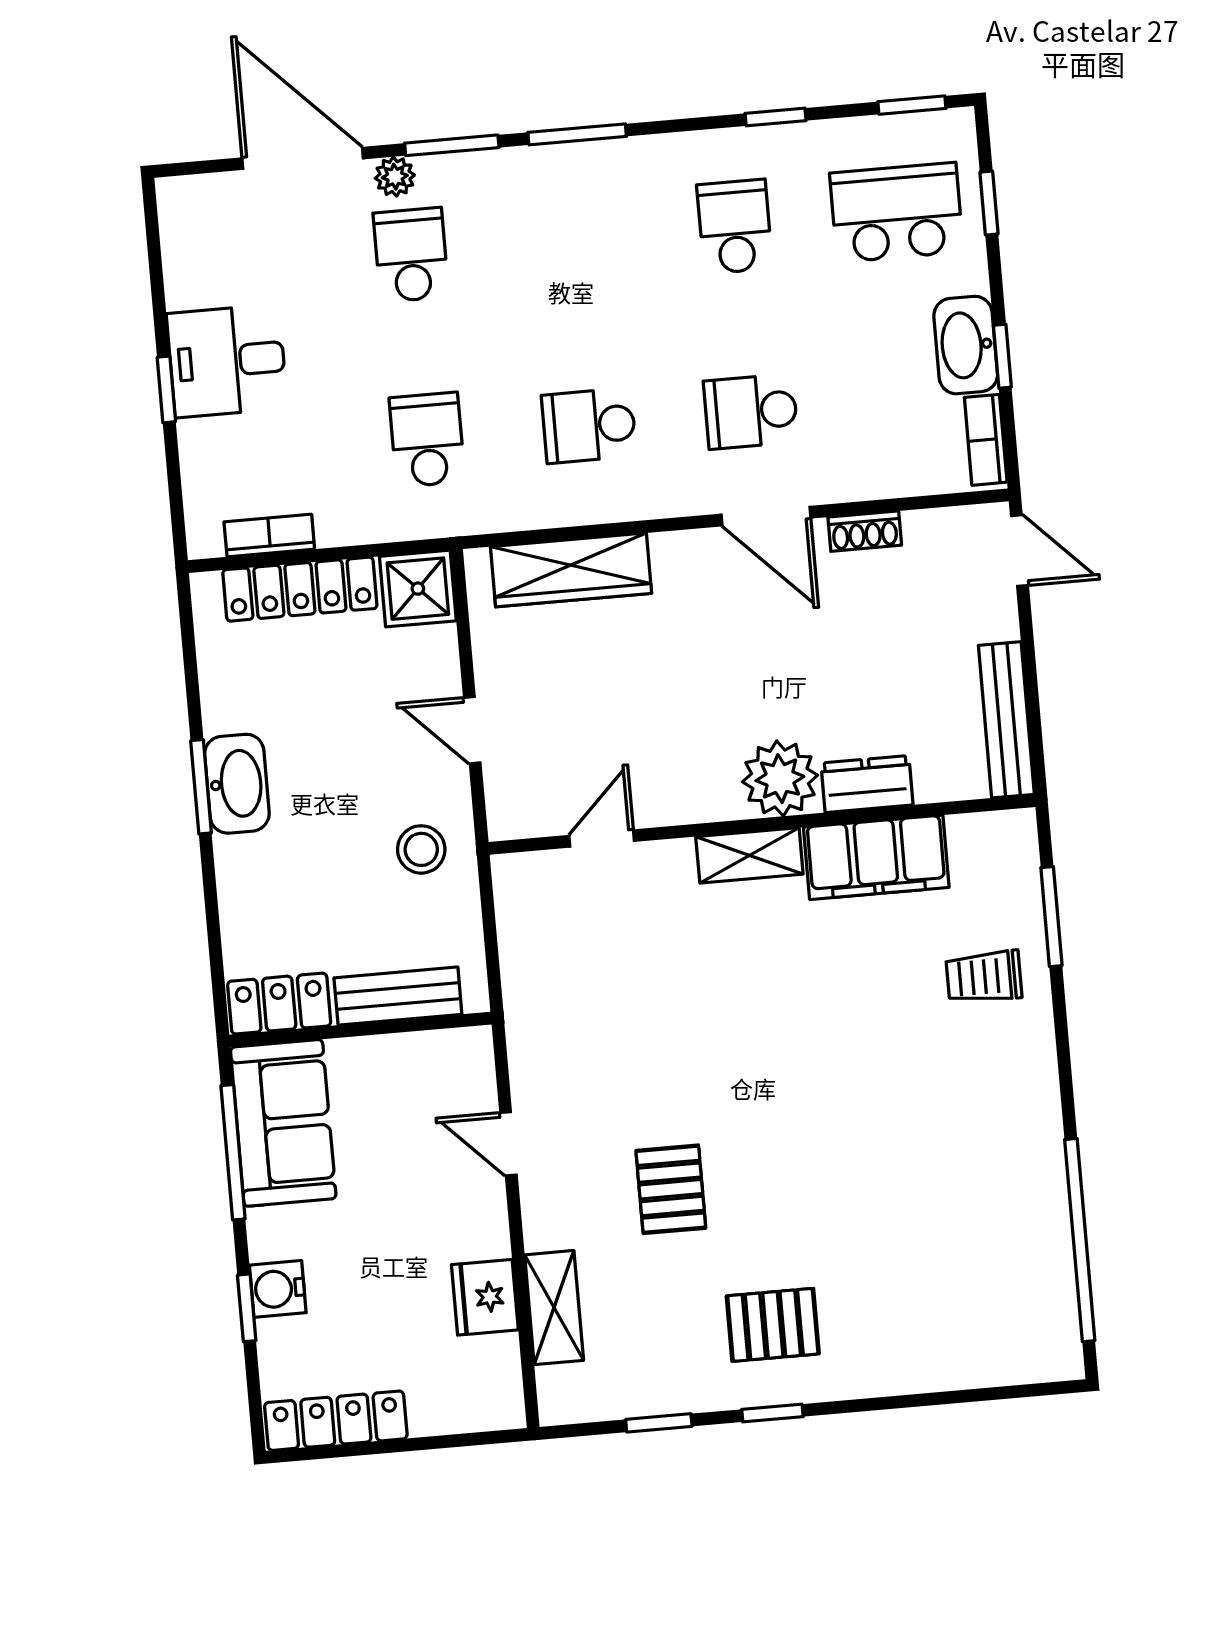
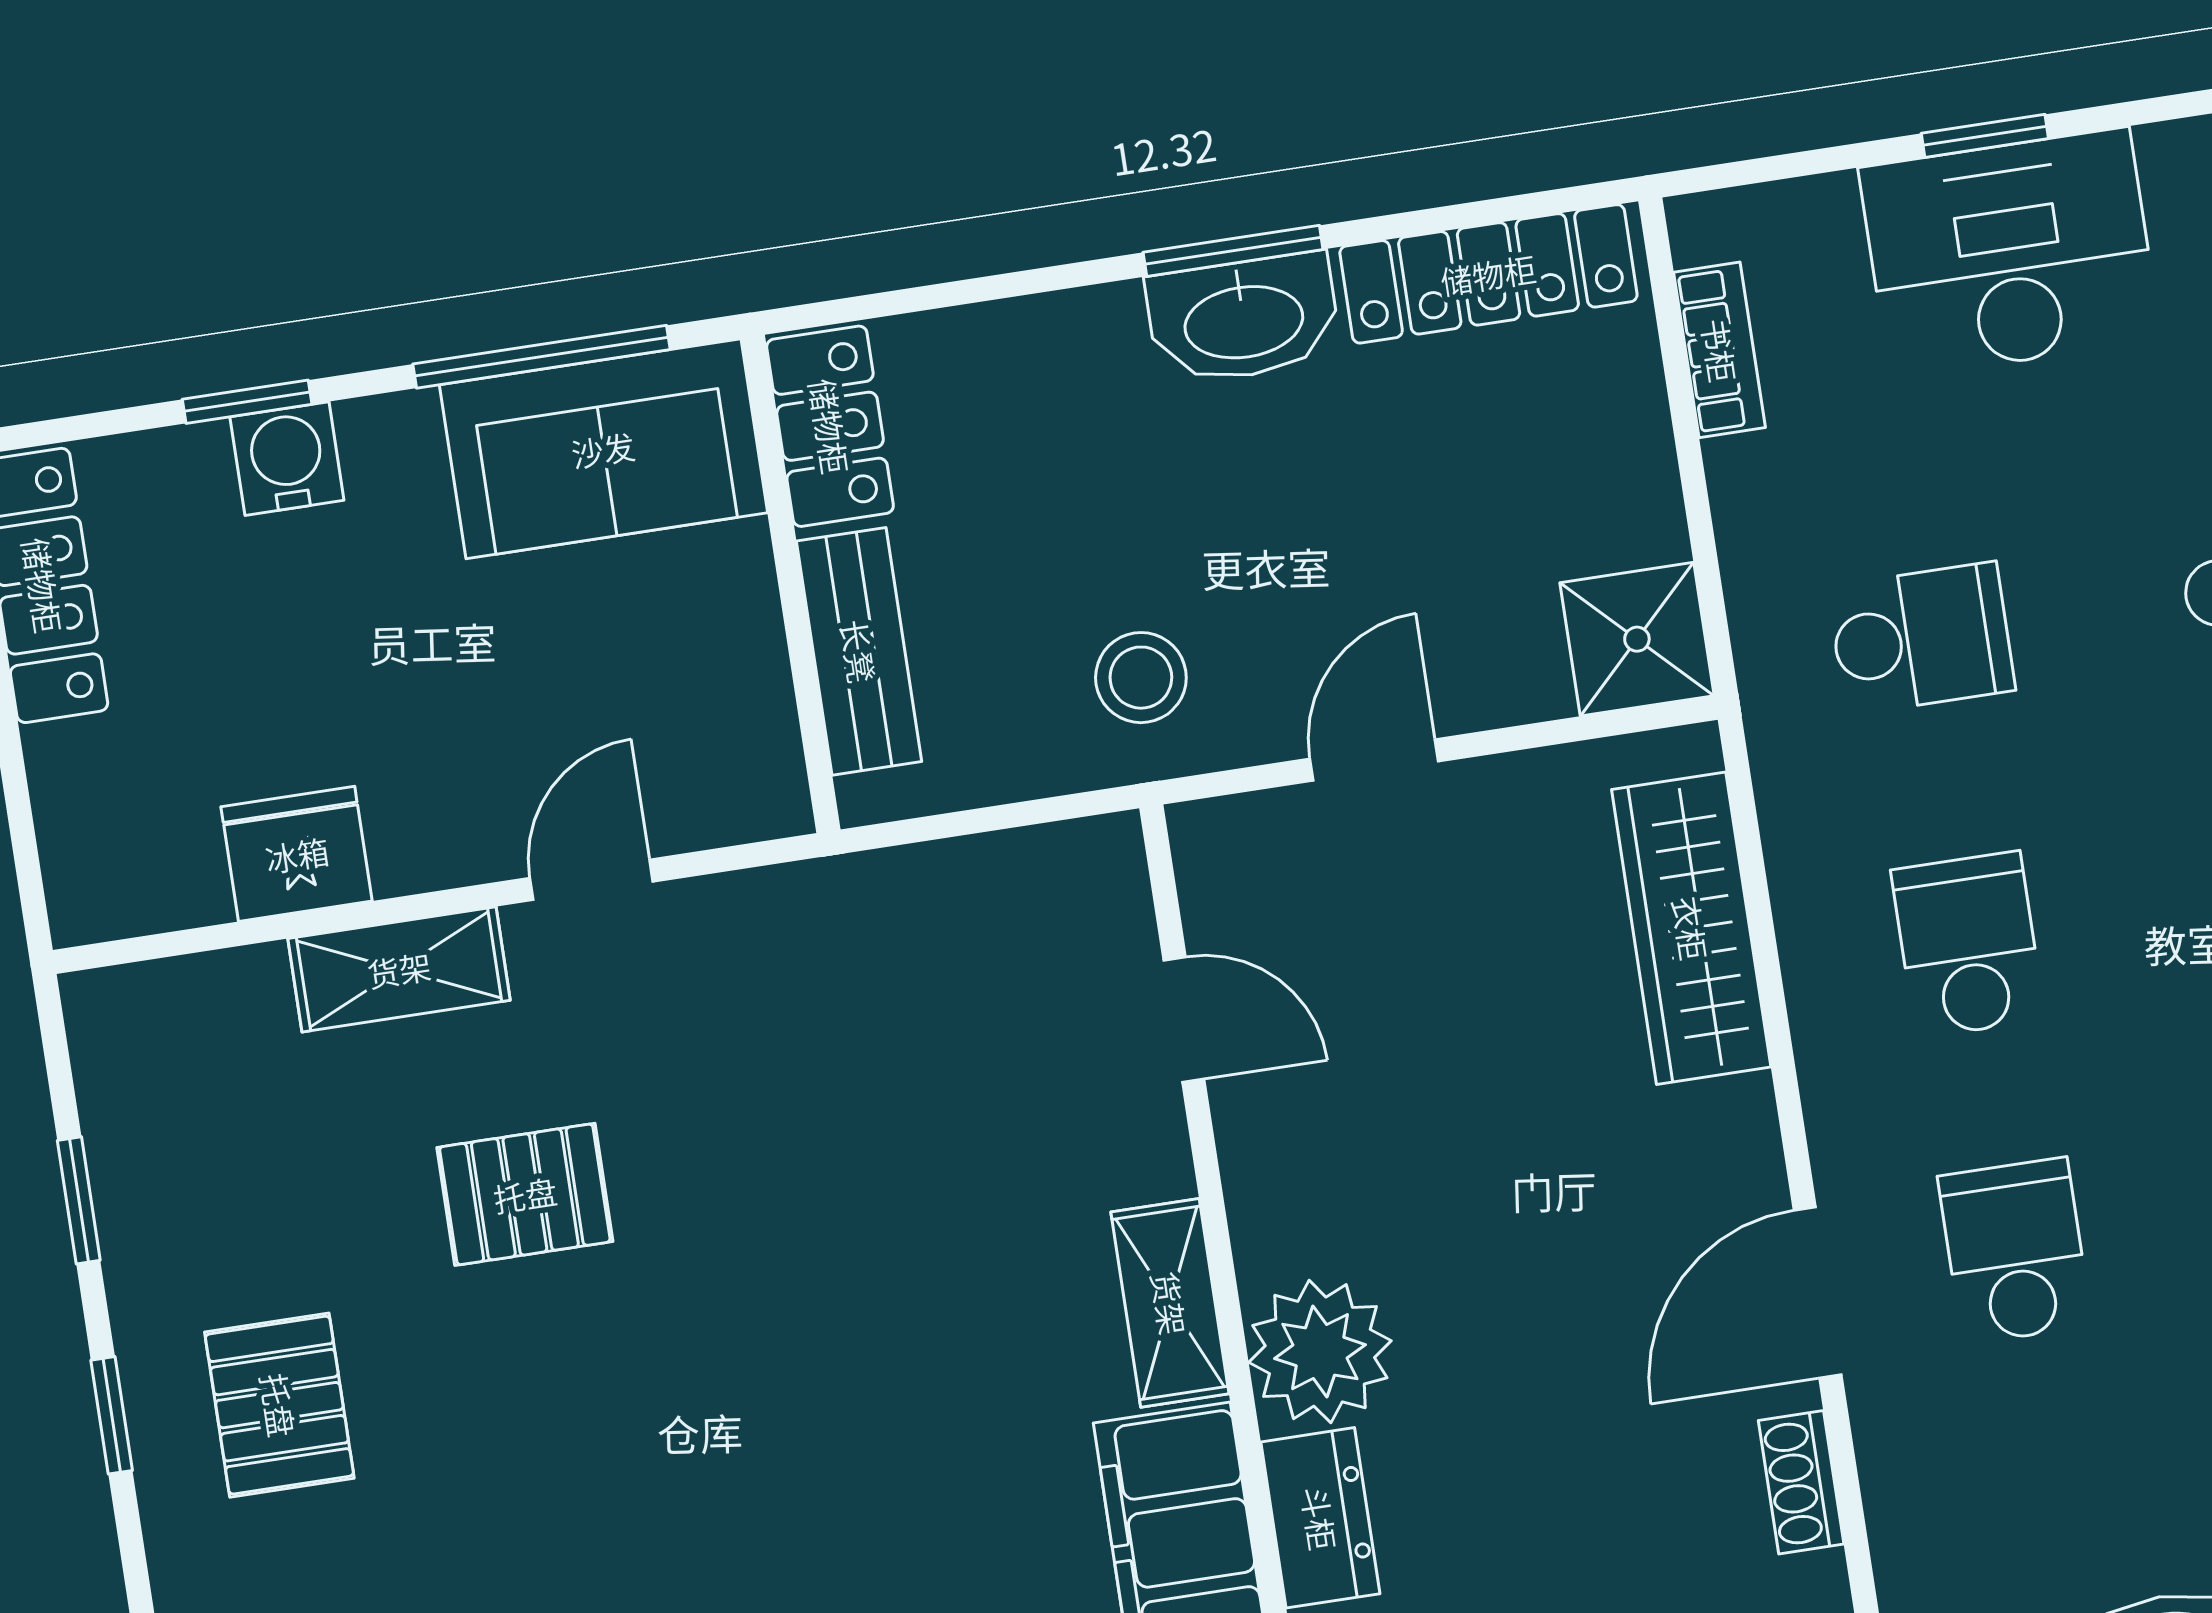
desk: (227, 361) -> (2010, 253), width x1.37
locker: (300, 589) -> (1488, 274), moved, turned -90
shelving: (554, 1308) -> (399, 969), moved

